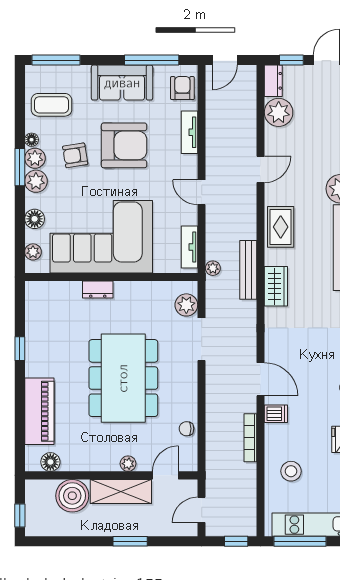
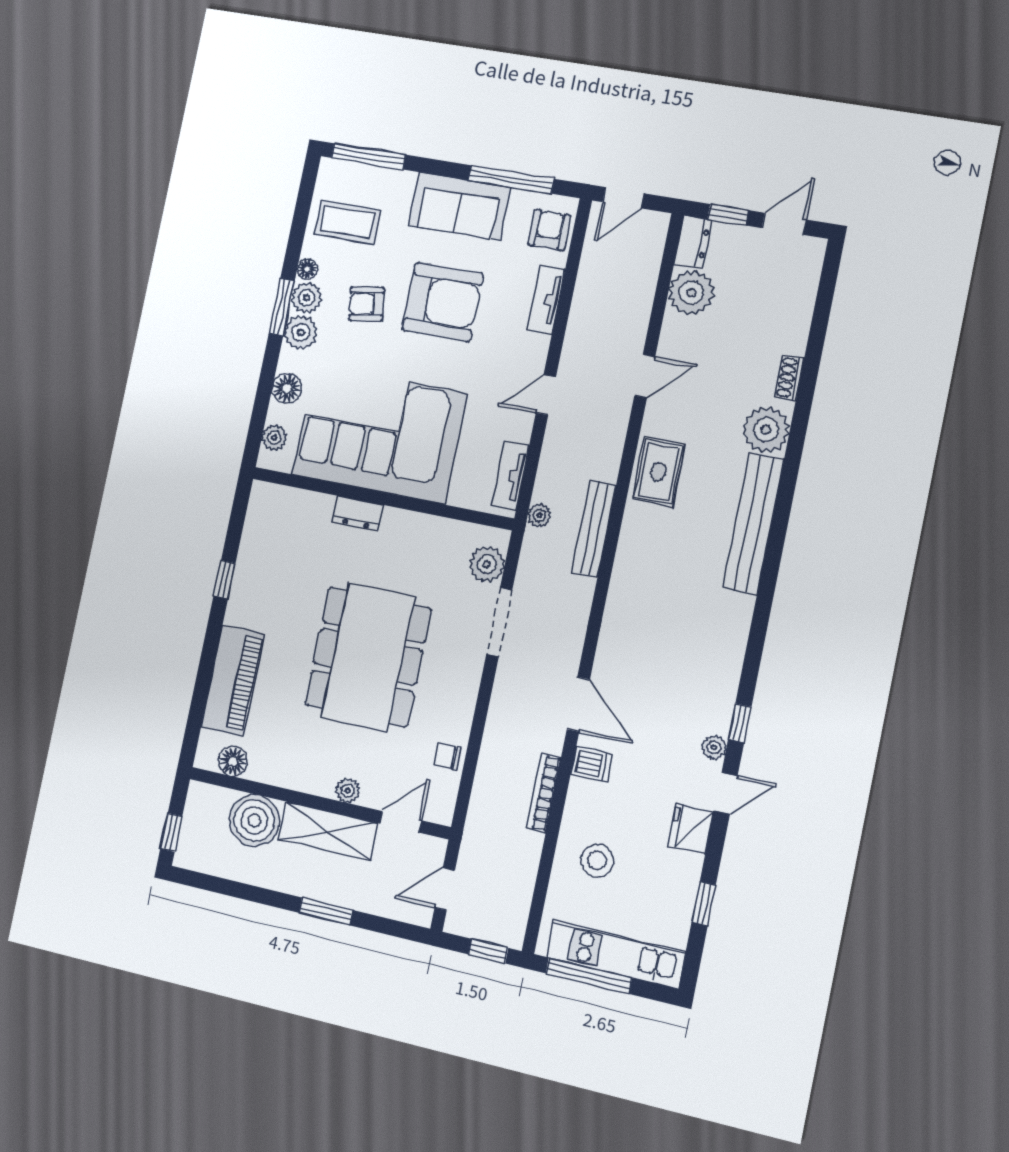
door: (202, 192) -> (546, 395), hinge flipped
wardrobe: (276, 286) -> (632, 563), removed

